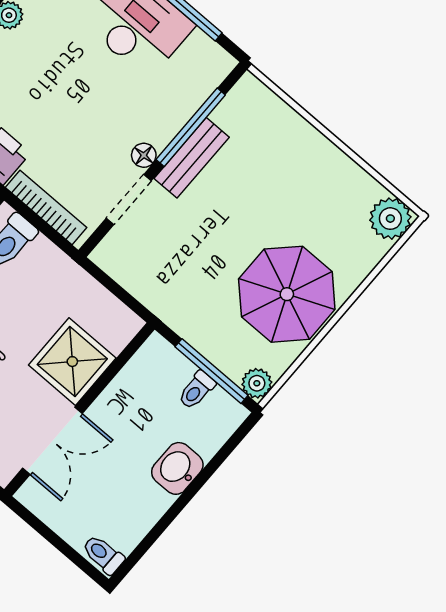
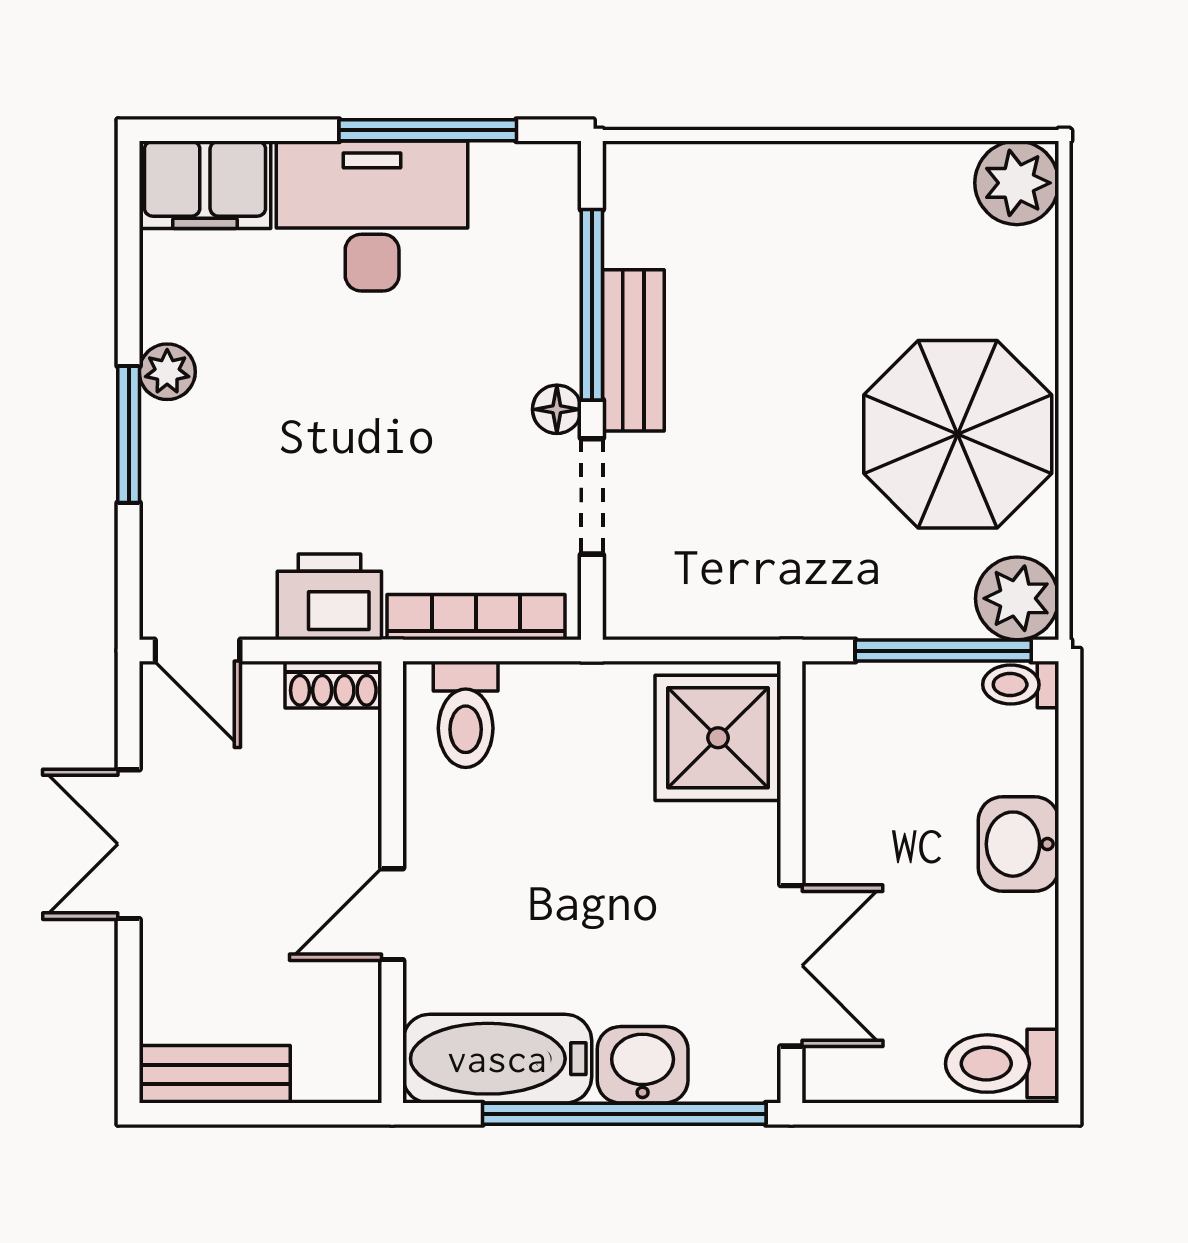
shower: (72, 362) -> (718, 738), moved
plant: (257, 383) -> (1017, 598), width x1.38, depth x1.38
toilet: (197, 390) -> (1021, 685), moved, turned 90
toilet: (103, 554) -> (1002, 1064), width x1.37, depth x1.39

